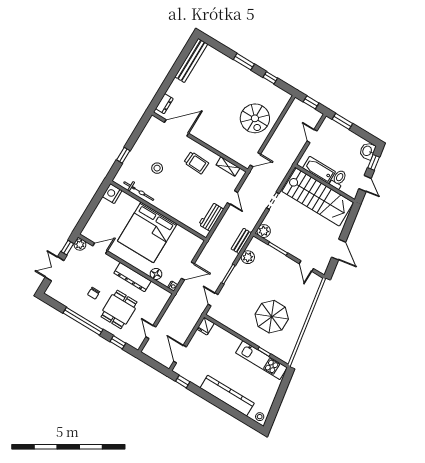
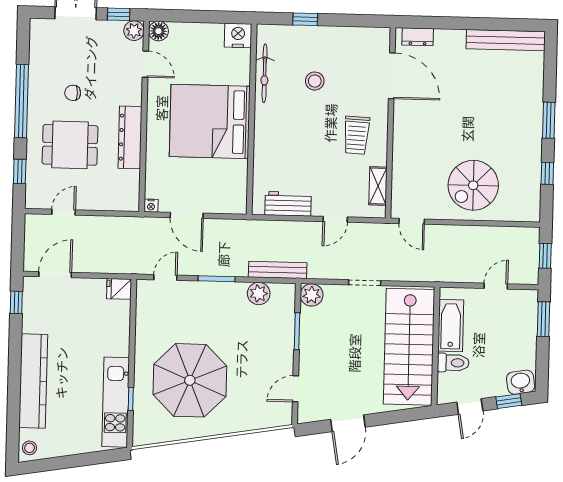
bench: (241, 241) -> (278, 270), width x1.36
floor lamp: (156, 274) -> (158, 31), moved
parasol: (272, 317) -> (190, 380), width x1.36, depth x1.36

